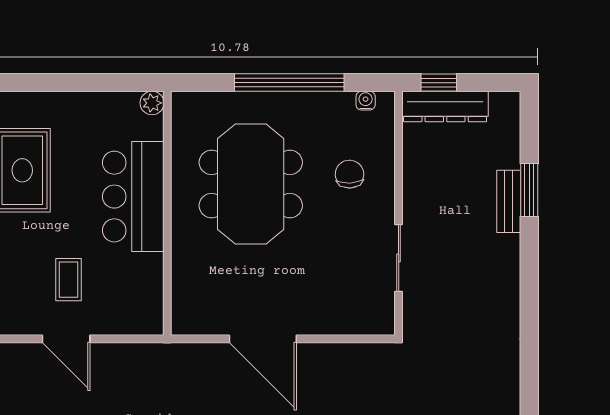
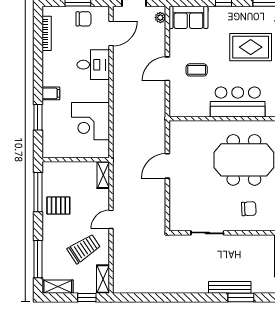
bench: (509, 201) -> (230, 287), width x1.36
door: (263, 339) -> (167, 166), width x0.73

